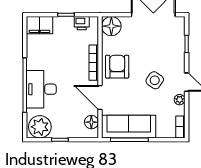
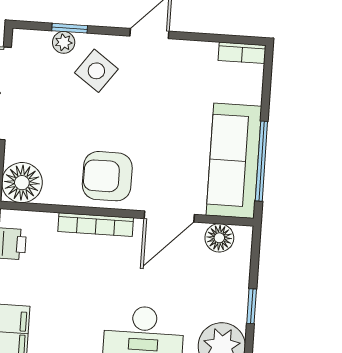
side table: (155, 80) -> (96, 71), moved
plant: (180, 100) -> (64, 42), moved

